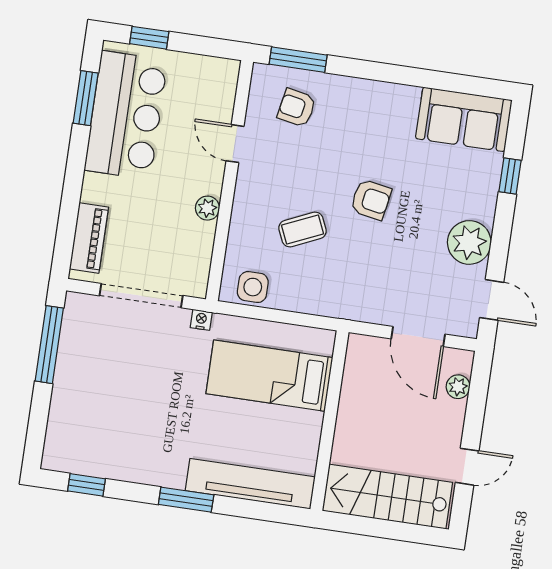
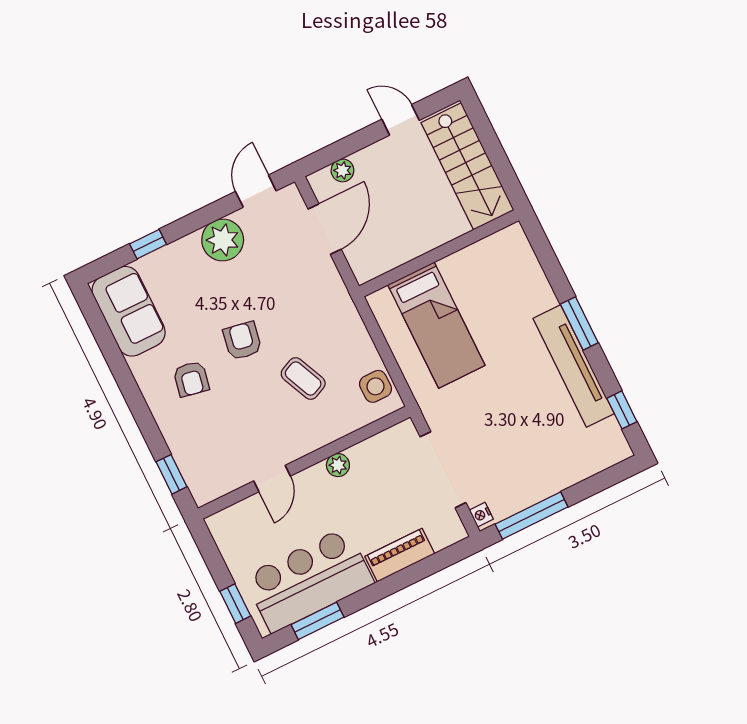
window: (298, 60) -> (172, 474), width x0.67
armchair: (297, 108) -> (191, 379), moved
piano: (89, 238) -> (400, 555), moved
nightstand: (201, 320) -> (481, 515), moved
tv unit: (250, 484) -> (574, 366), moved

